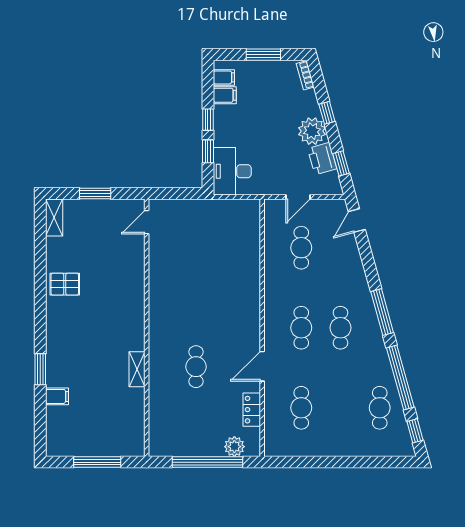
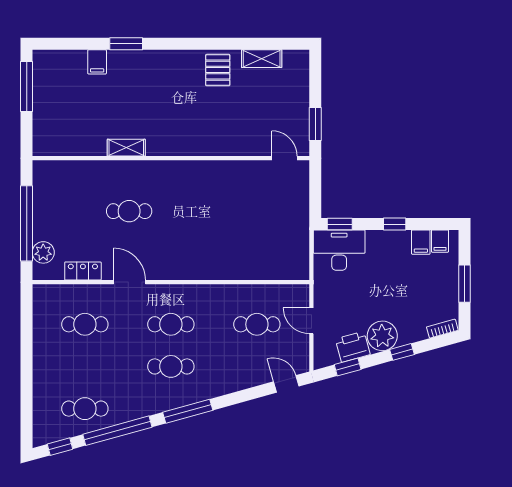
window: (208, 151) -> (340, 224), moved
window: (95, 193) -> (315, 124), moved
shelving: (54, 218) -> (262, 59), moved
window: (97, 462) -> (27, 87), moved

